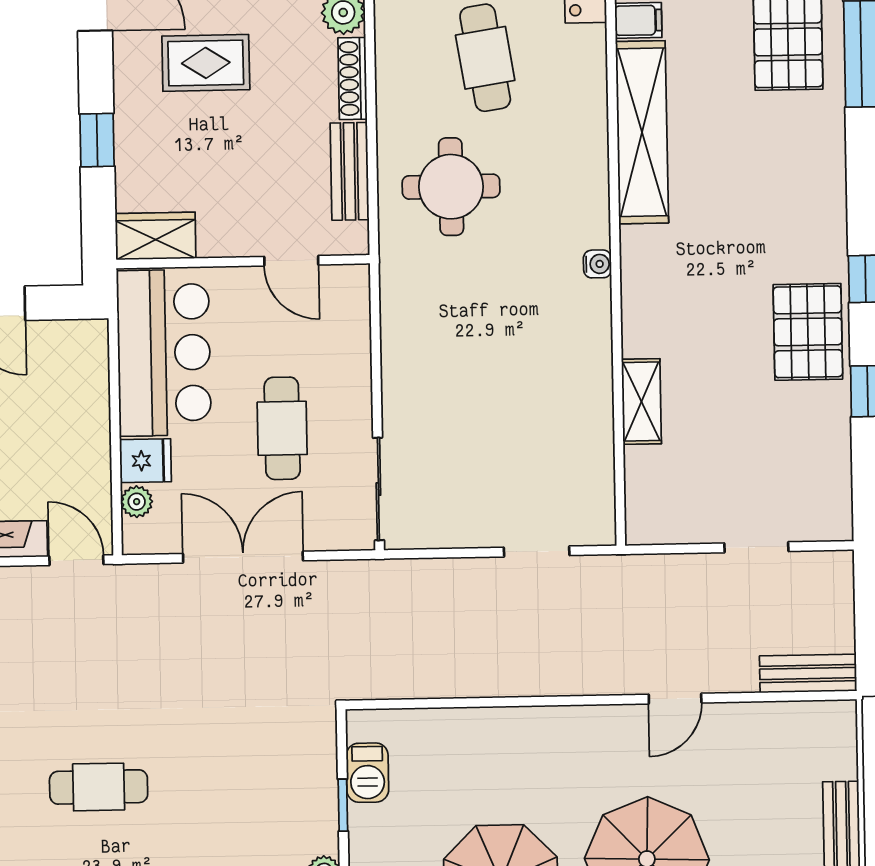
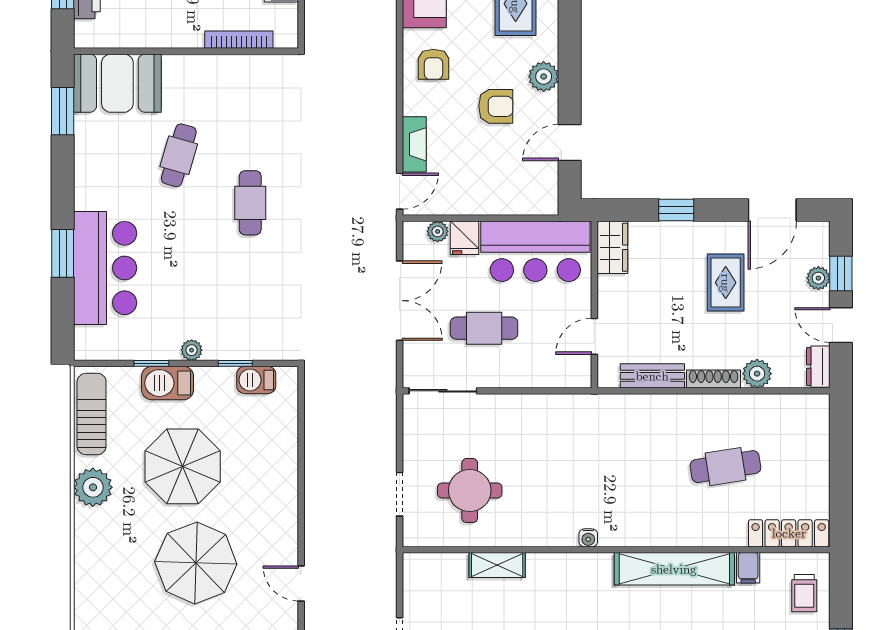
round table: (451, 187) -> (470, 491), moved

